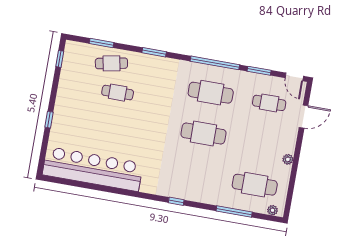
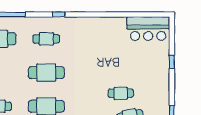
bar counter: (93, 169) -> (148, 29), width x0.54
cafe table: (196, 174) -> (46, 39), added

